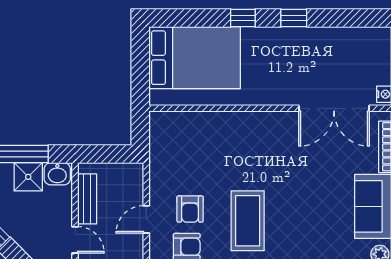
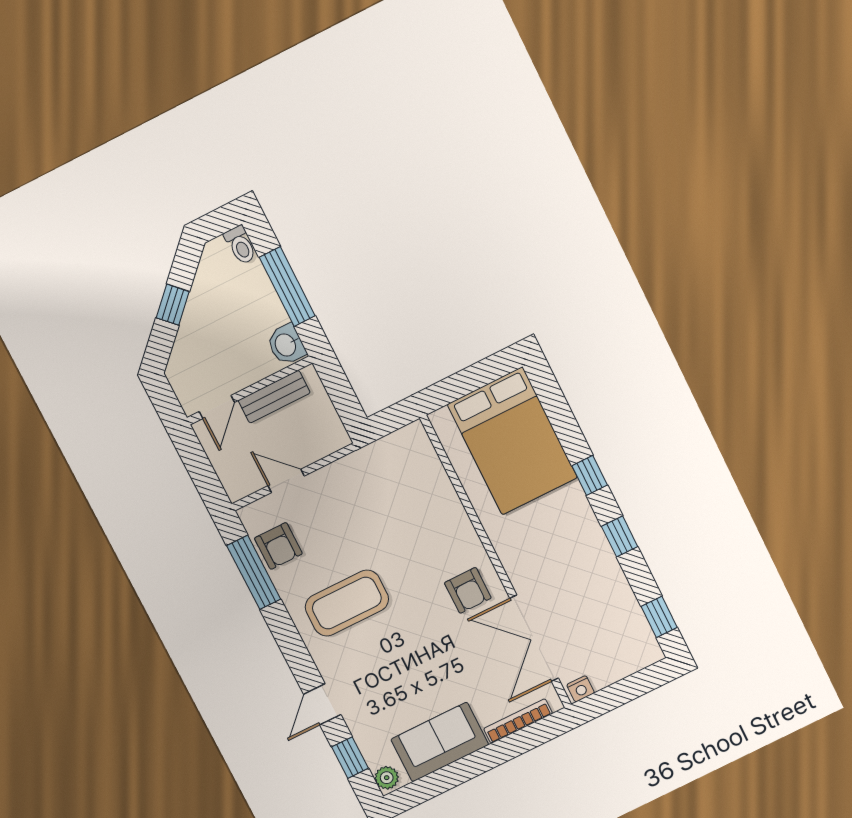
window: (361, 18) -> (659, 617), added
shower: (28, 177) -> (264, 311), removed
armchair: (190, 209) -> (468, 590), moved, turned -90

